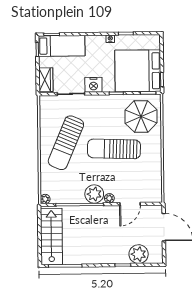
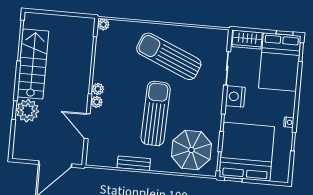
bed: (62, 46) -> (280, 62), width x1.50
bench: (157, 163) -> (134, 163), added
plant: (94, 194) -> (98, 89), width x0.53, depth x0.53
stairs: (51, 236) -> (33, 64), moved, turned -90
plant: (139, 254) -> (27, 111), moved

